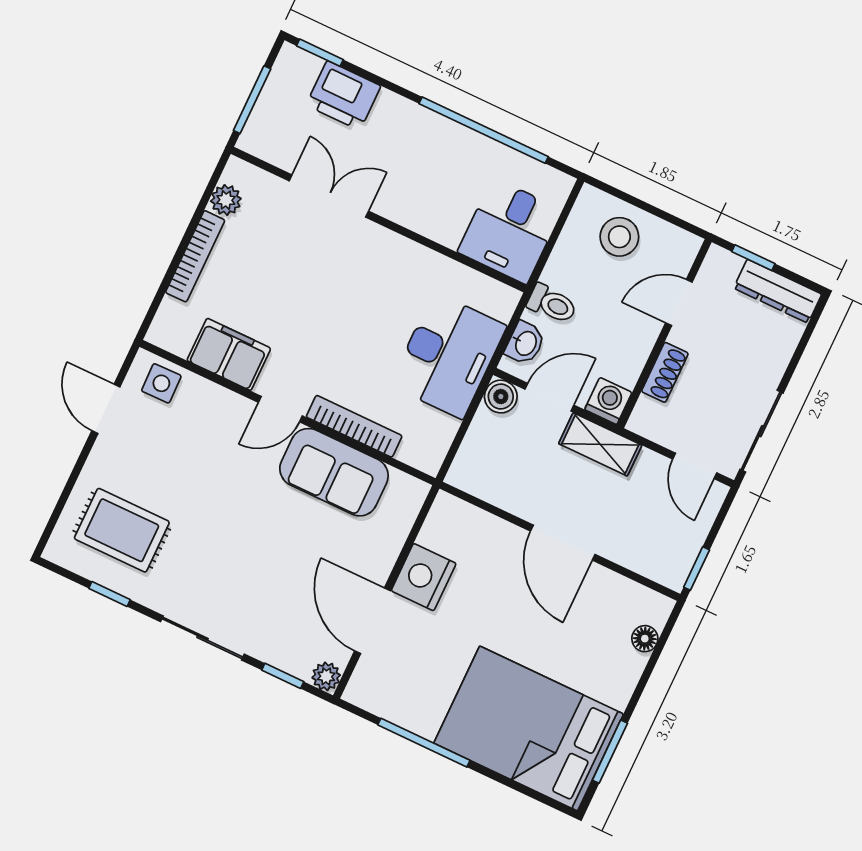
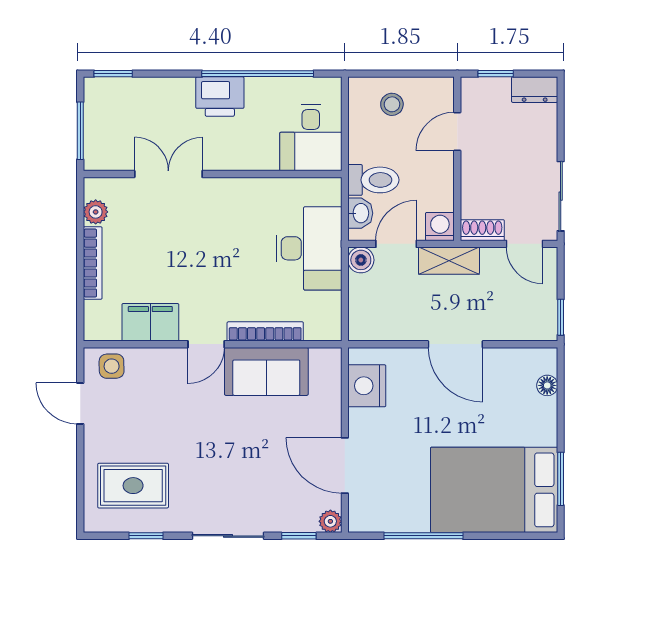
printer: (343, 96) -> (220, 97), moved
stool: (619, 237) -> (392, 104), width x0.73, depth x0.73
dresser: (778, 291) -> (535, 90), width x0.70
toilet: (552, 304) -> (373, 180), width x1.37, depth x1.39
shoe rack: (665, 372) -> (482, 230), moved, turned -90
nightstand: (424, 577) -> (367, 386), moved

